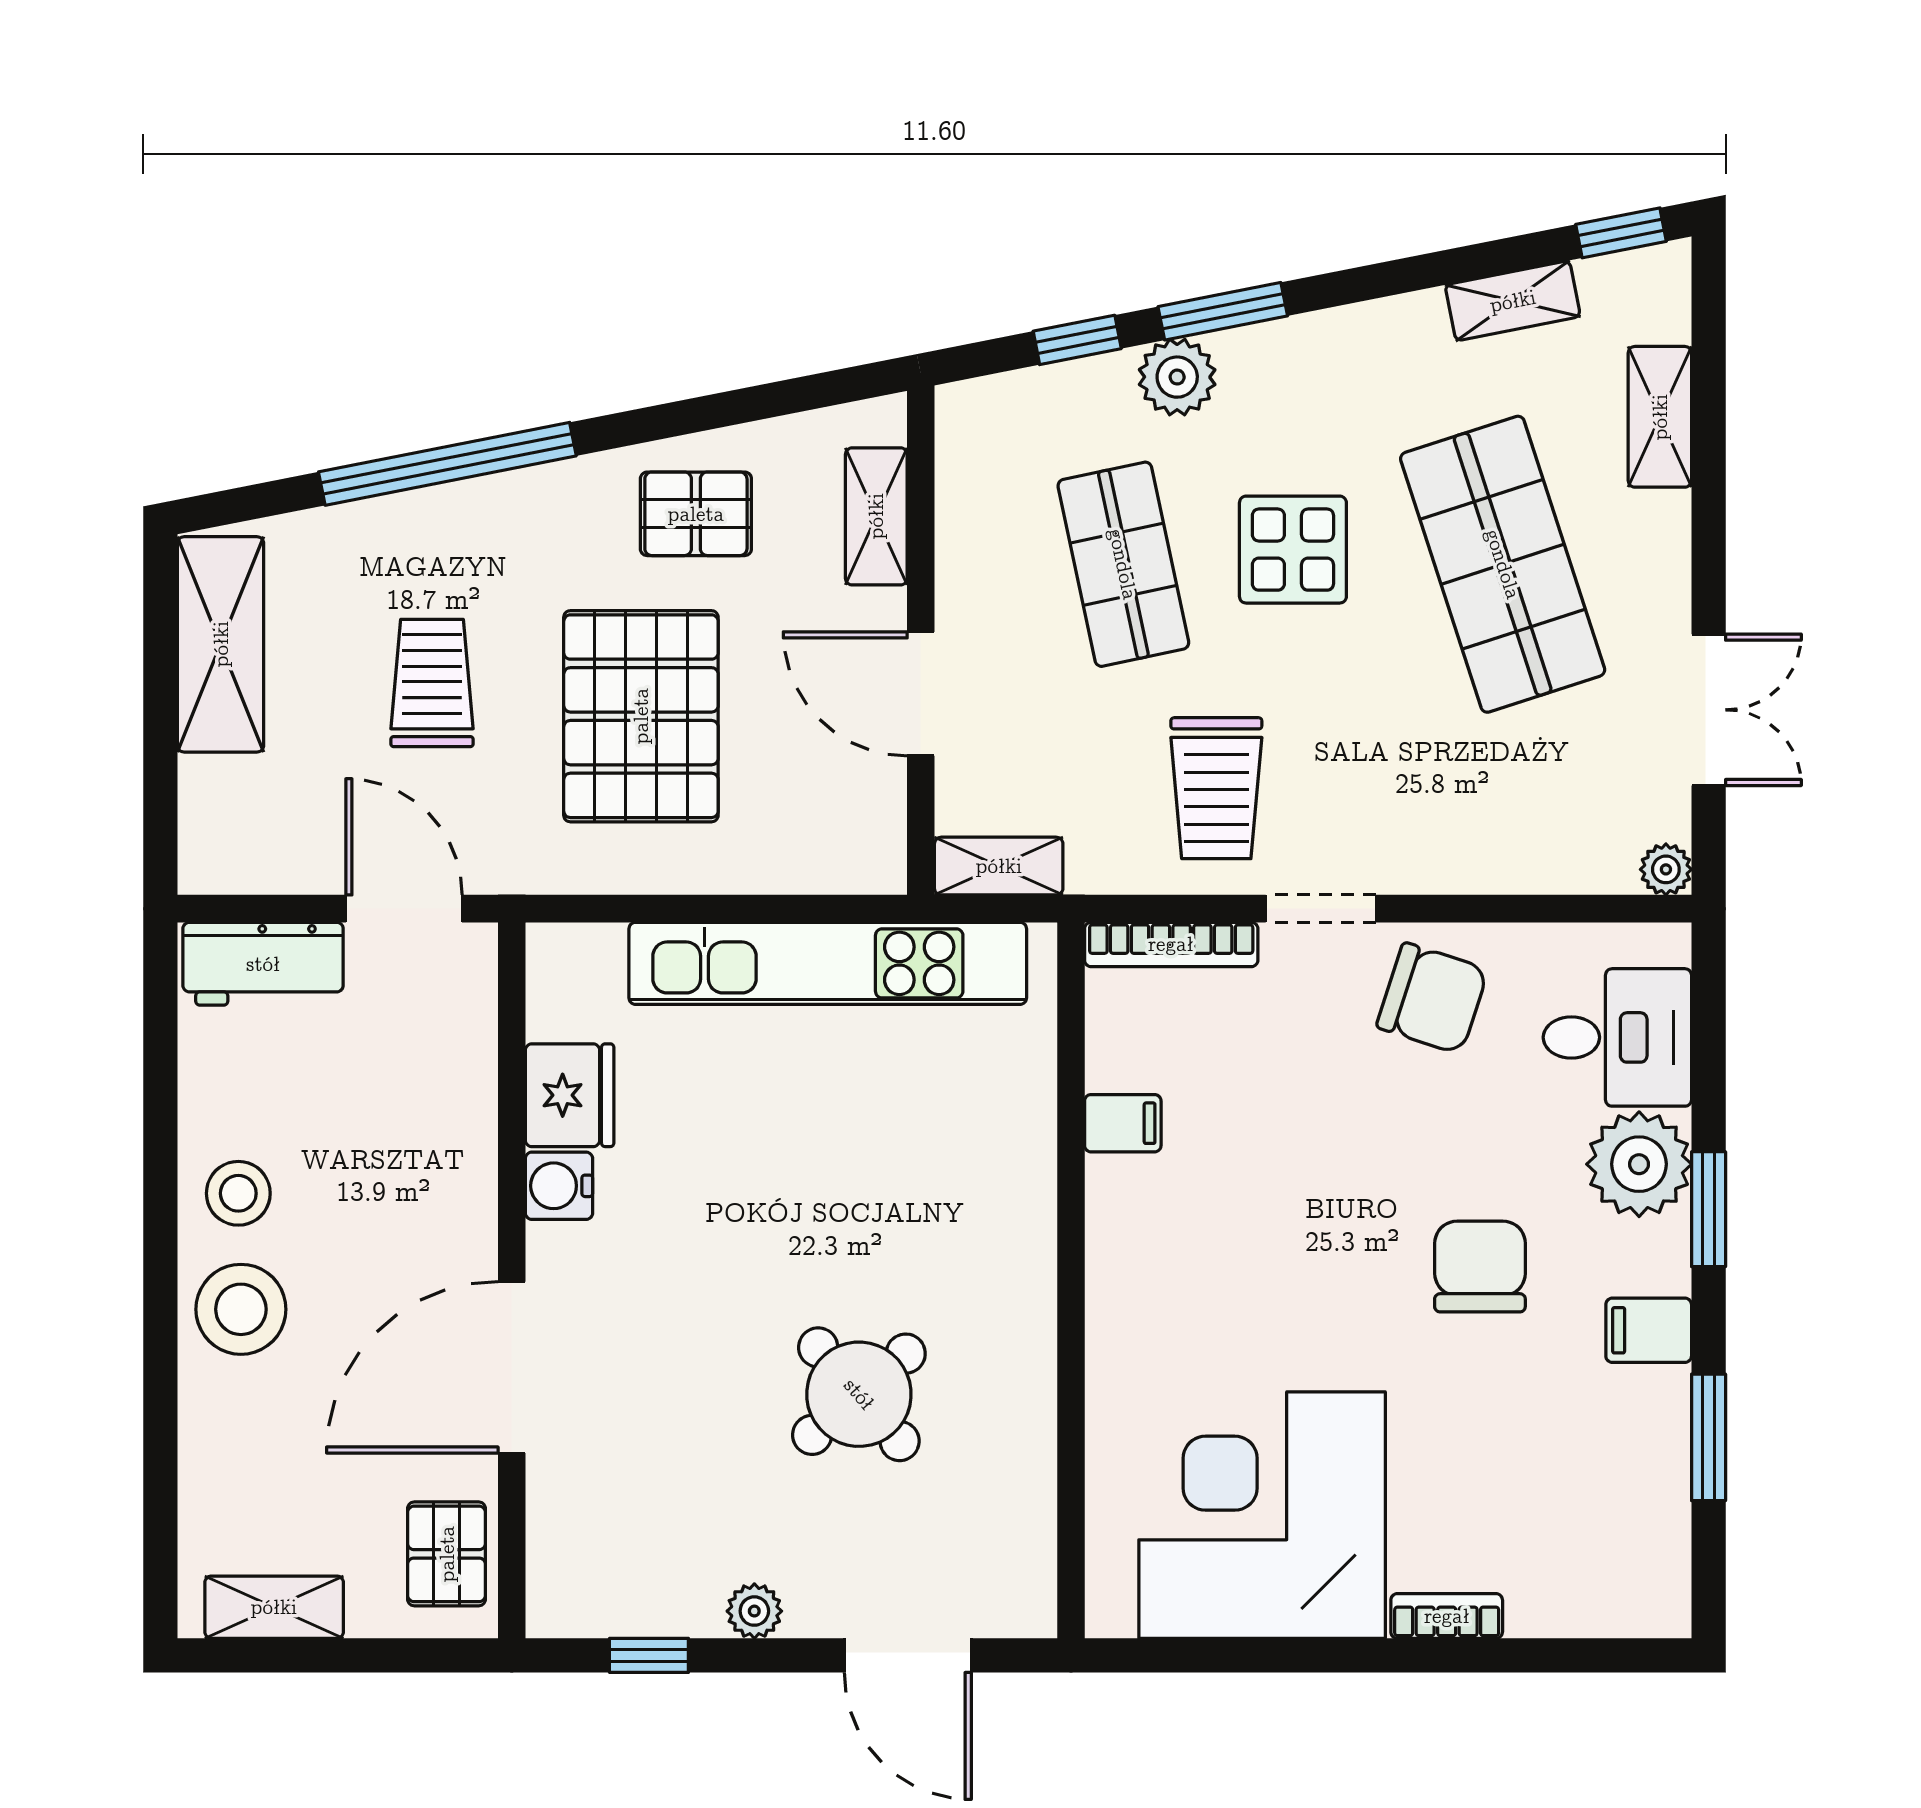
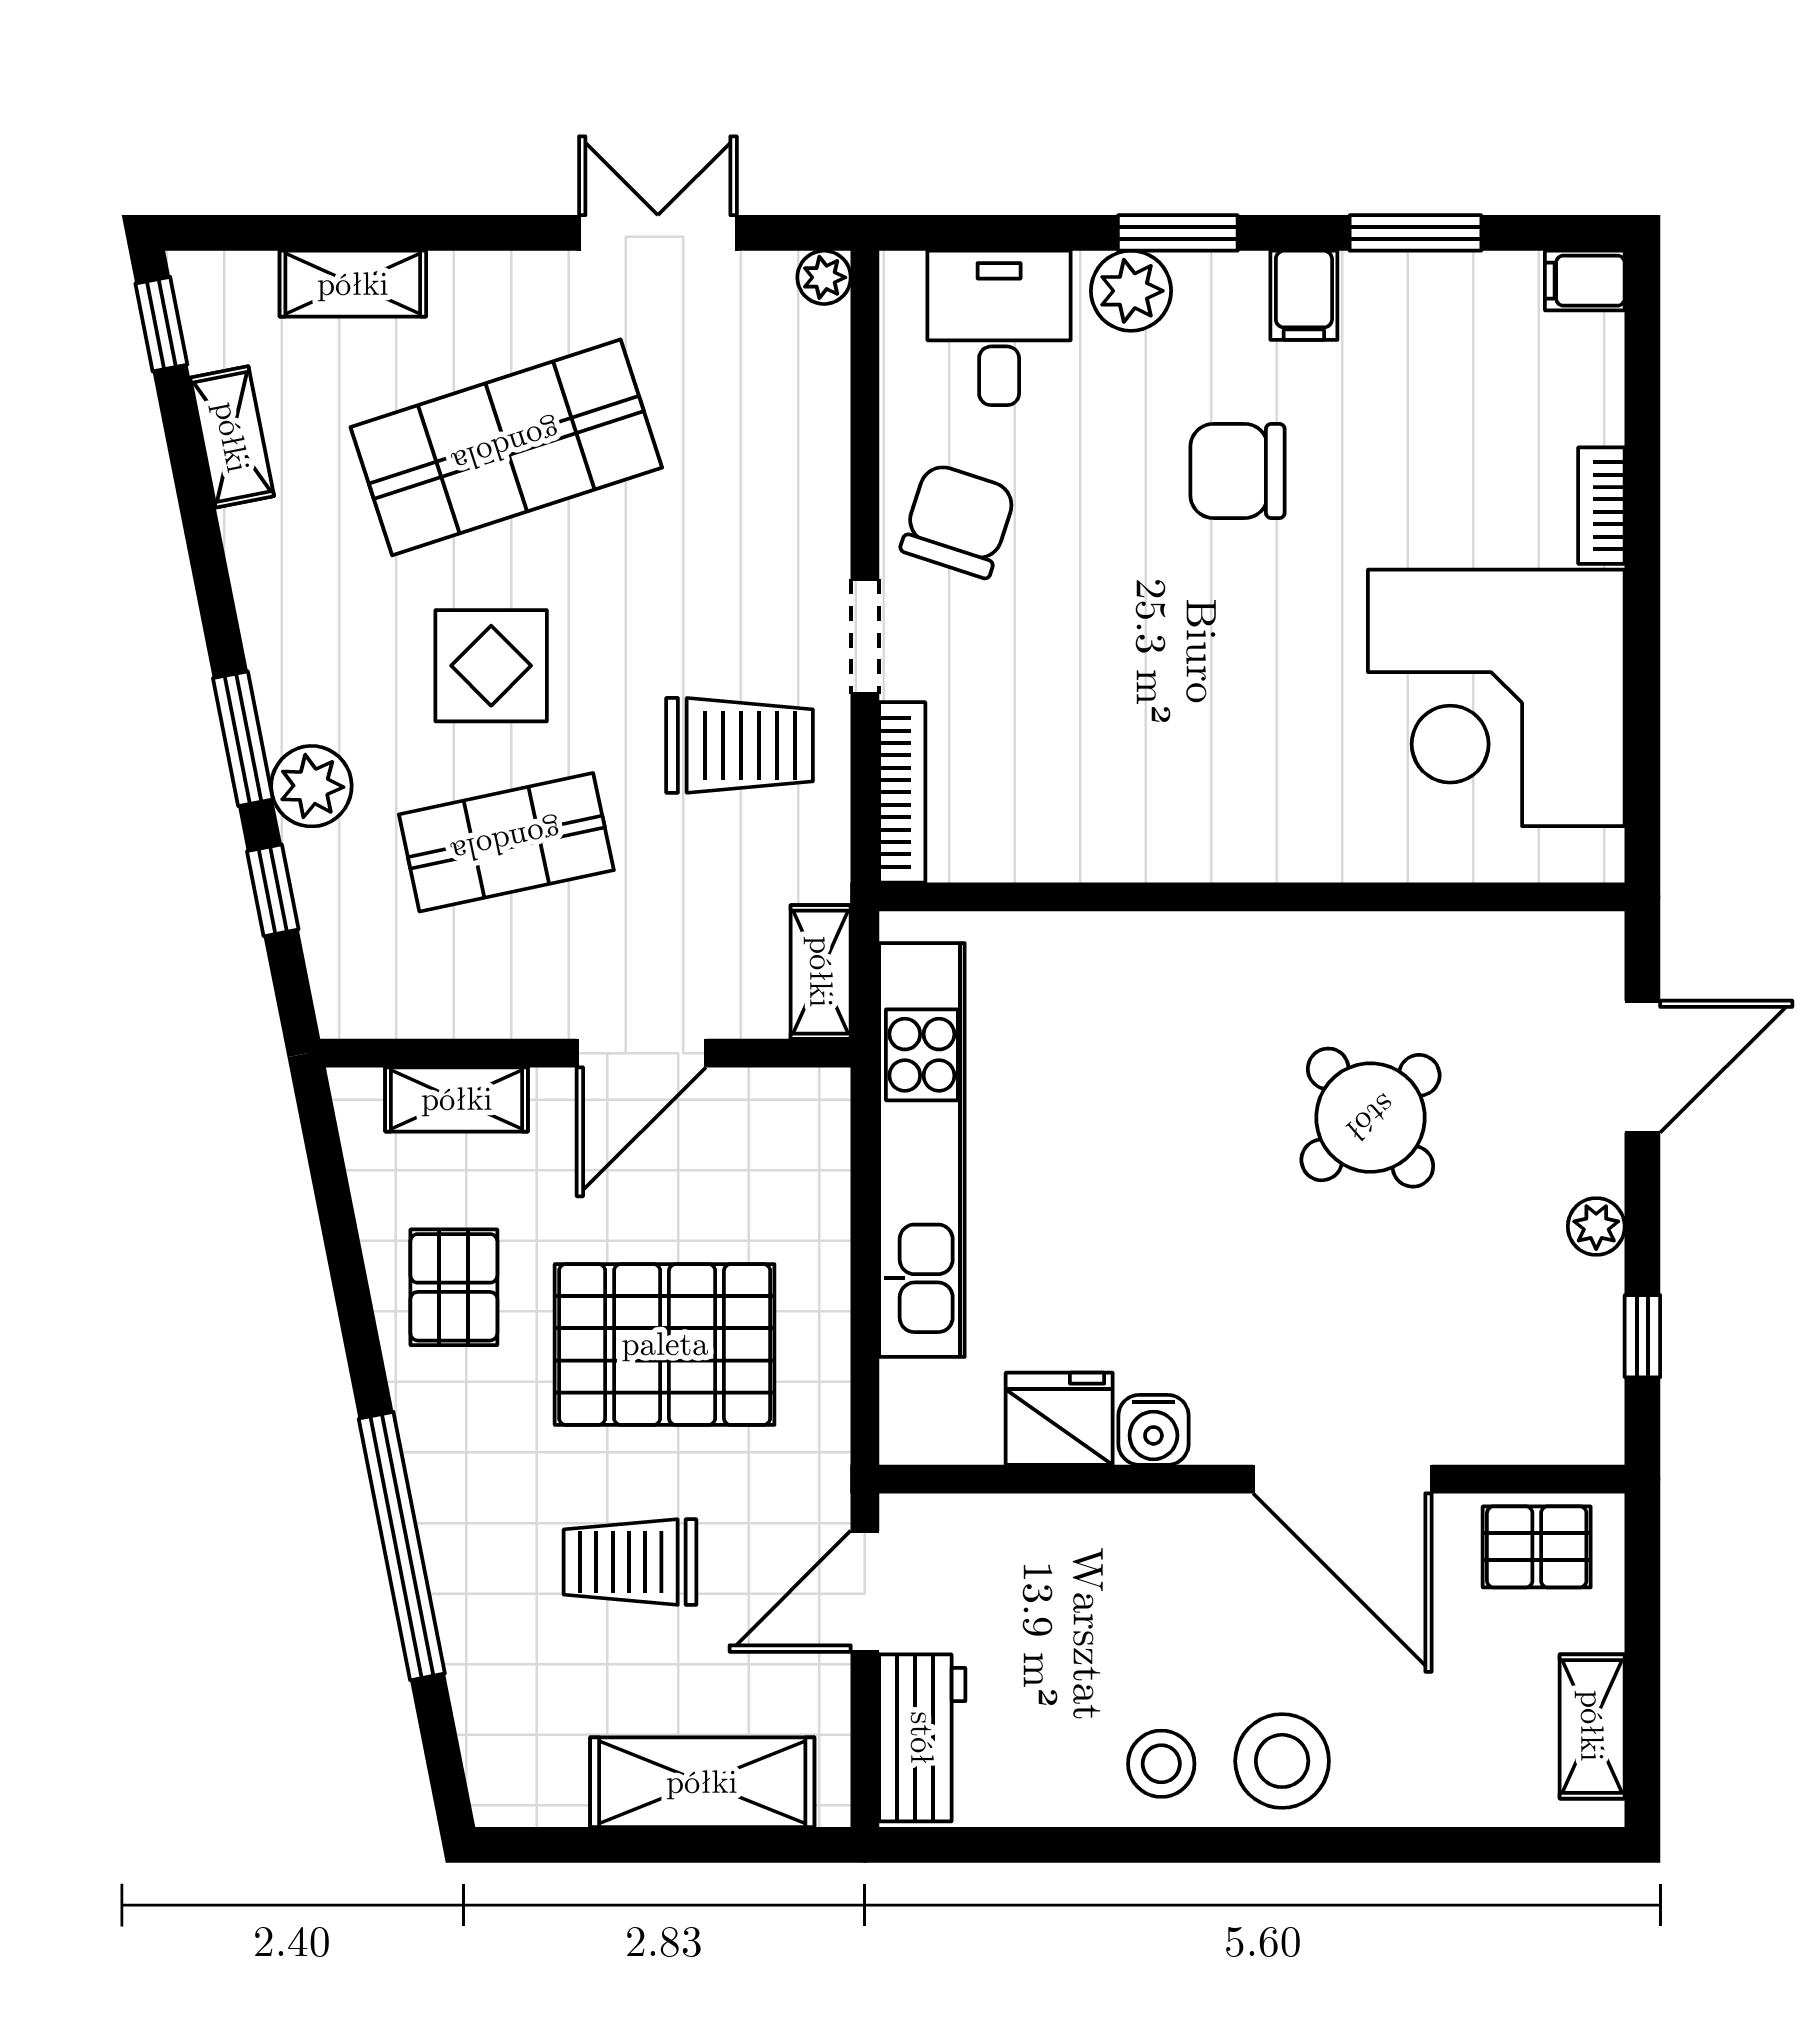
shelving: (221, 644) -> (702, 1782), moved
filing cabinet: (1123, 1123) -> (1585, 281), moved, turned -90
plant: (1639, 1164) -> (1131, 291), width x0.73, depth x0.73

